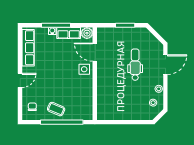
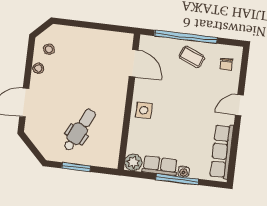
door: (95, 52) -> (134, 63), moved
dental chair: (135, 65) -> (80, 130), moved, turned -153

